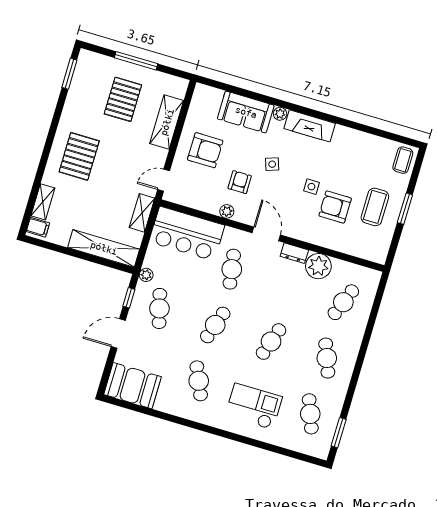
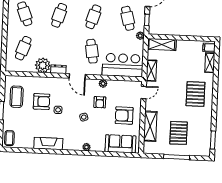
sofa: (246, 112) -> (121, 144), moved
fireplace: (310, 126) -> (48, 144), moved
coffee table: (375, 207) -> (17, 97), moved
shelving: (104, 248) -> (162, 44), width x0.68

